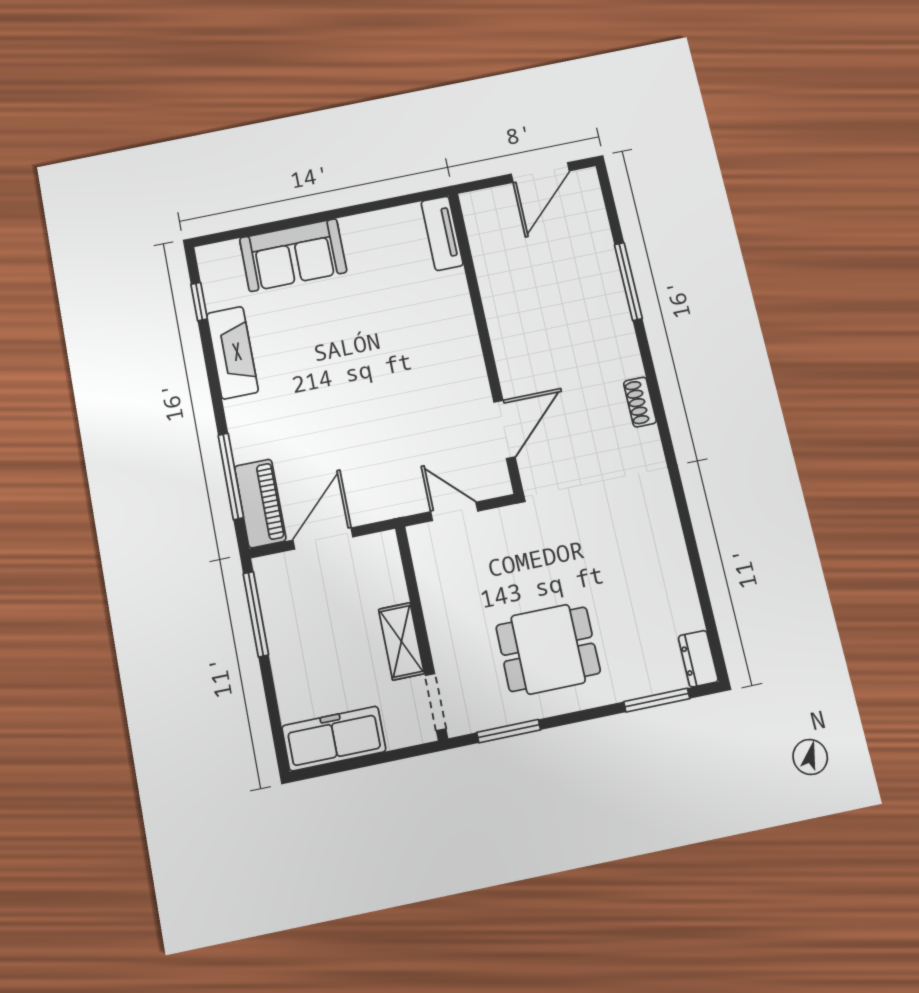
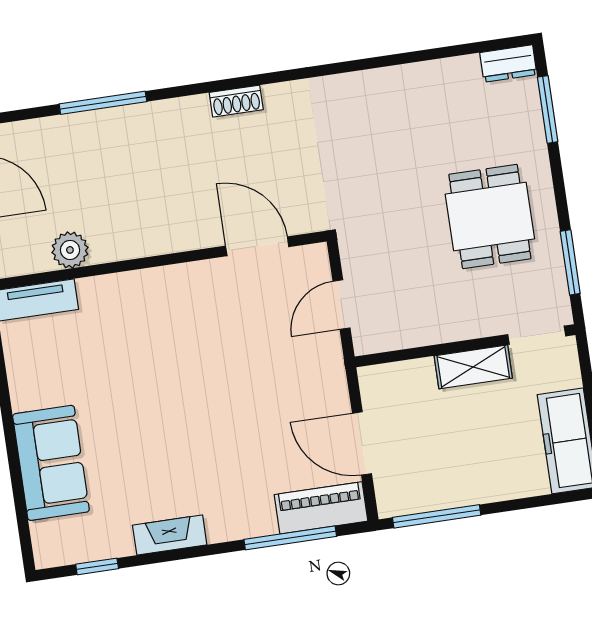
plant: (490, 260) -> (70, 250), added
fireplace: (232, 353) -> (170, 535), width x0.73, depth x0.76

